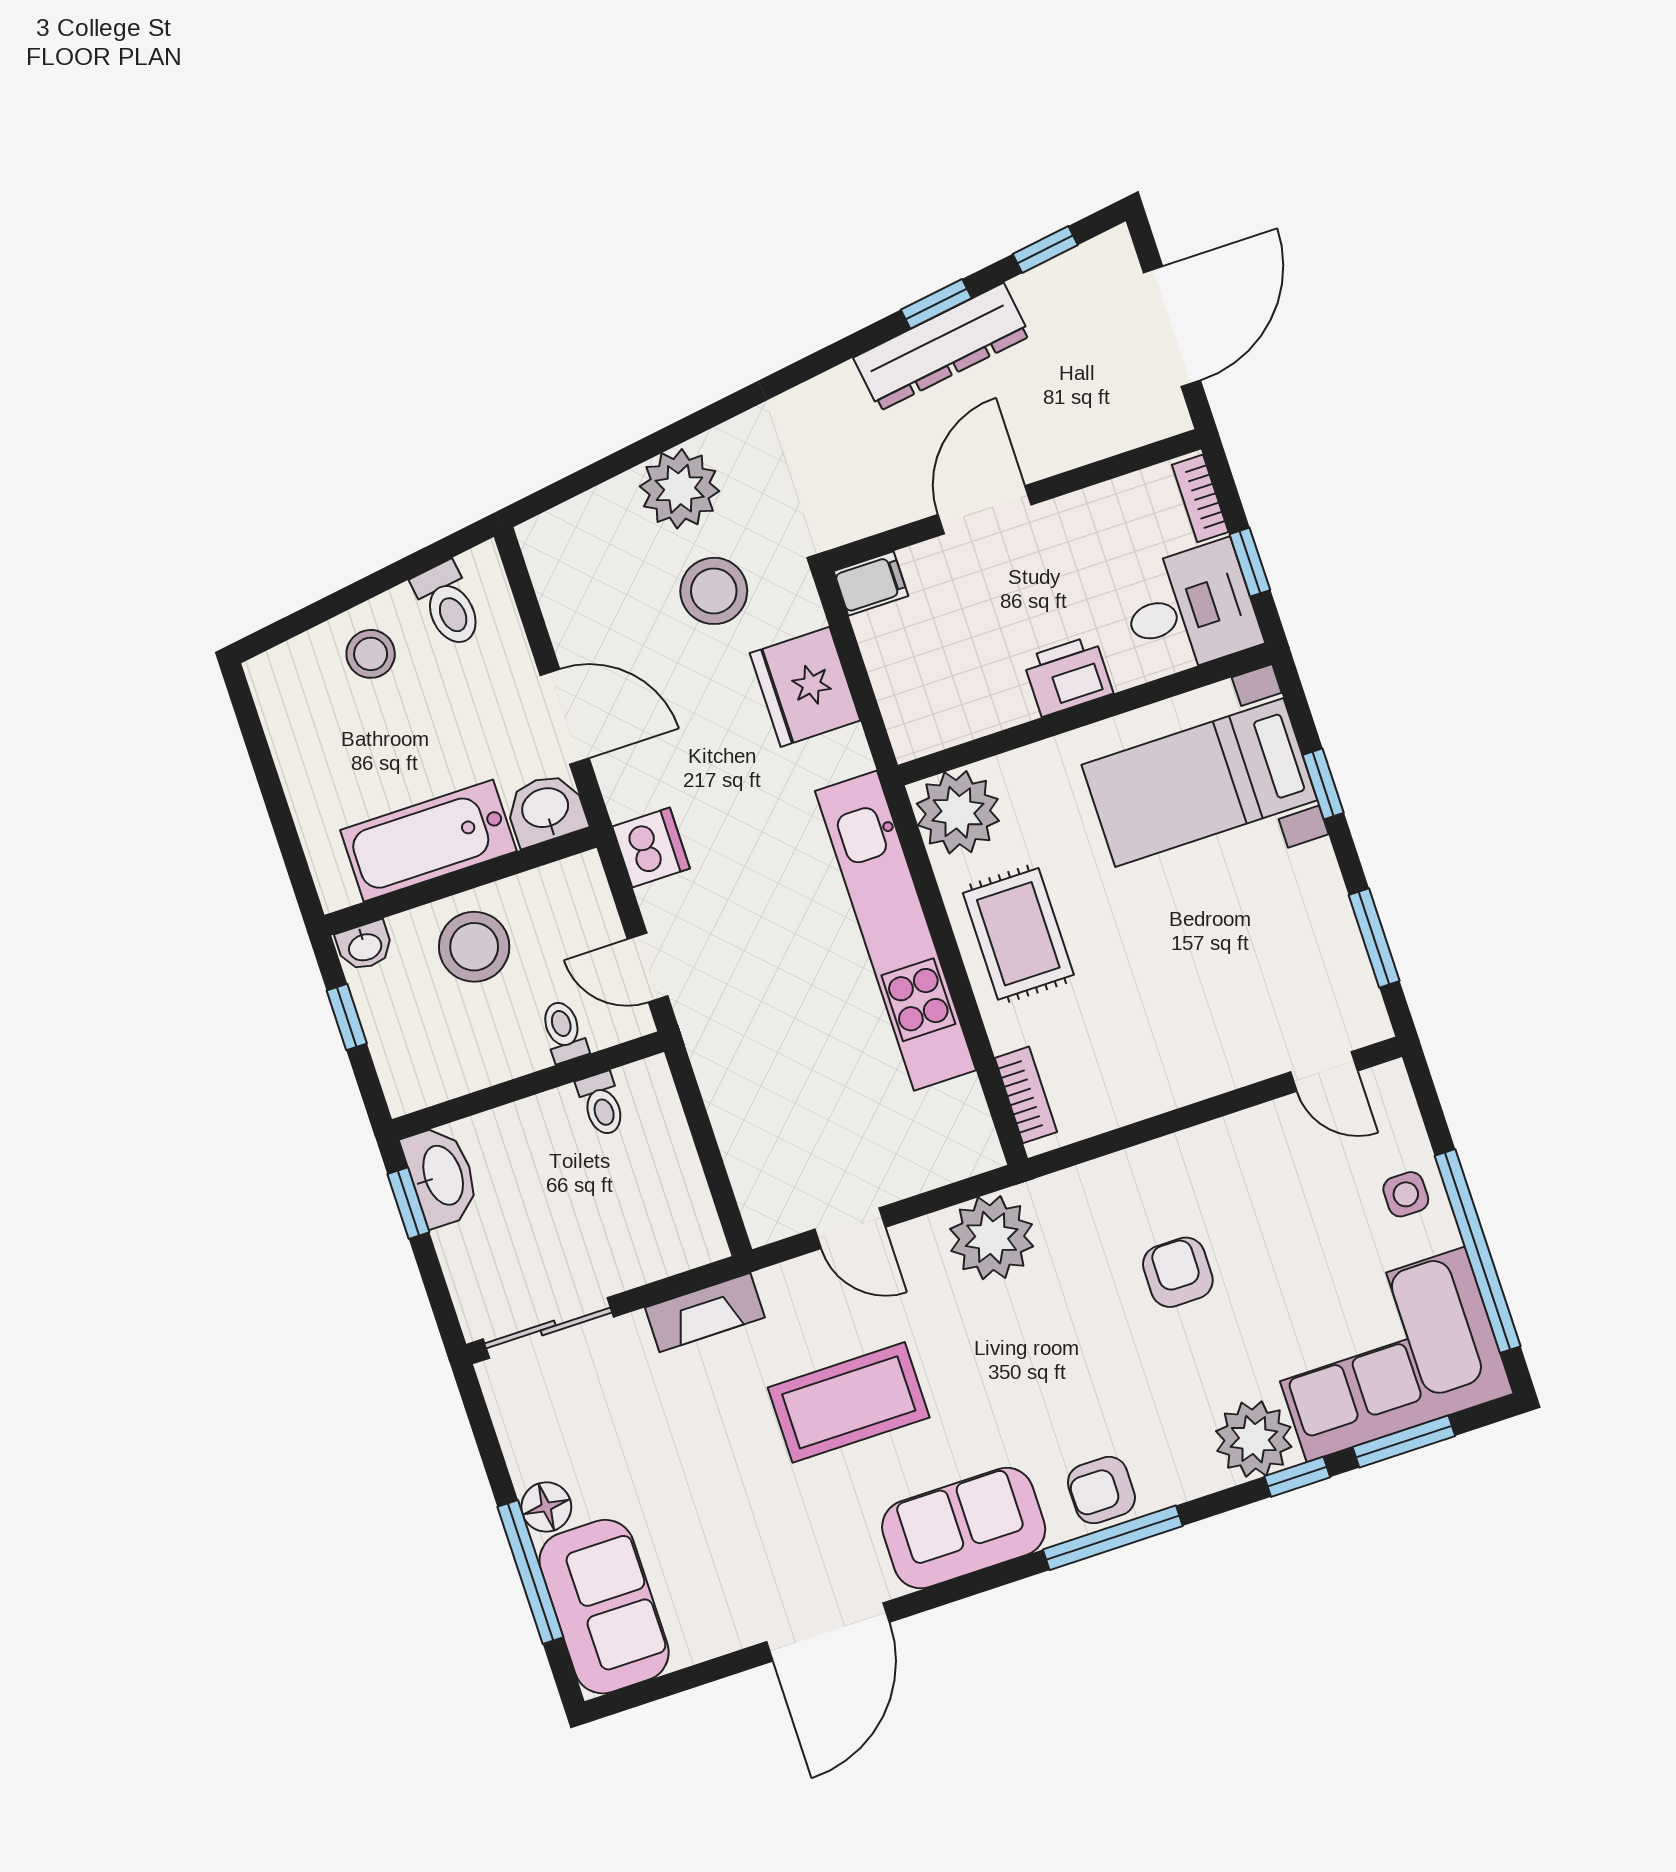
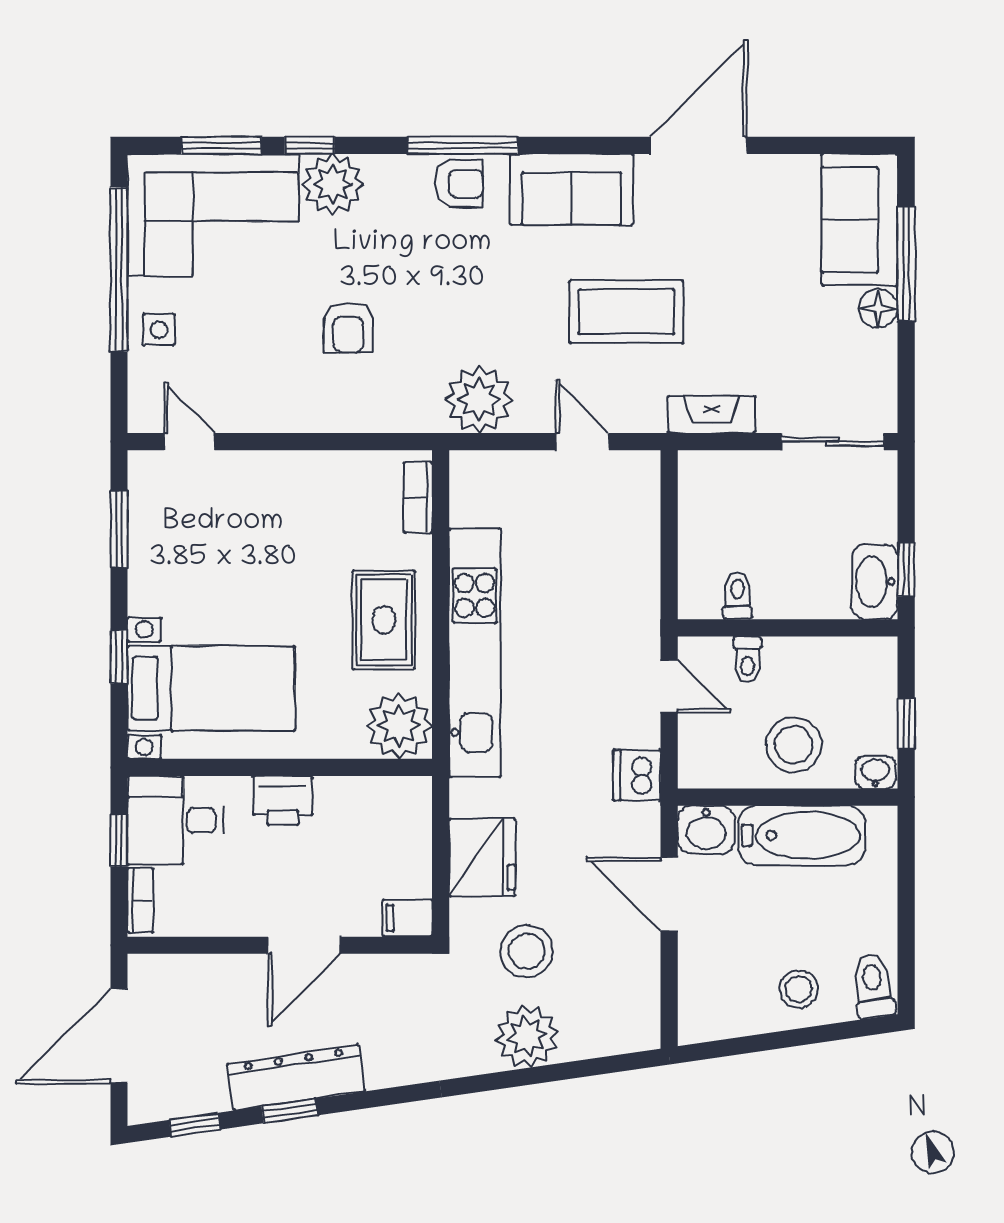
toilet: (448, 605) -> (873, 986), moved

